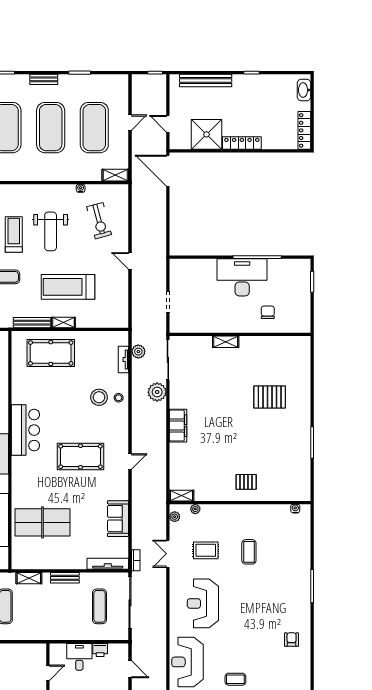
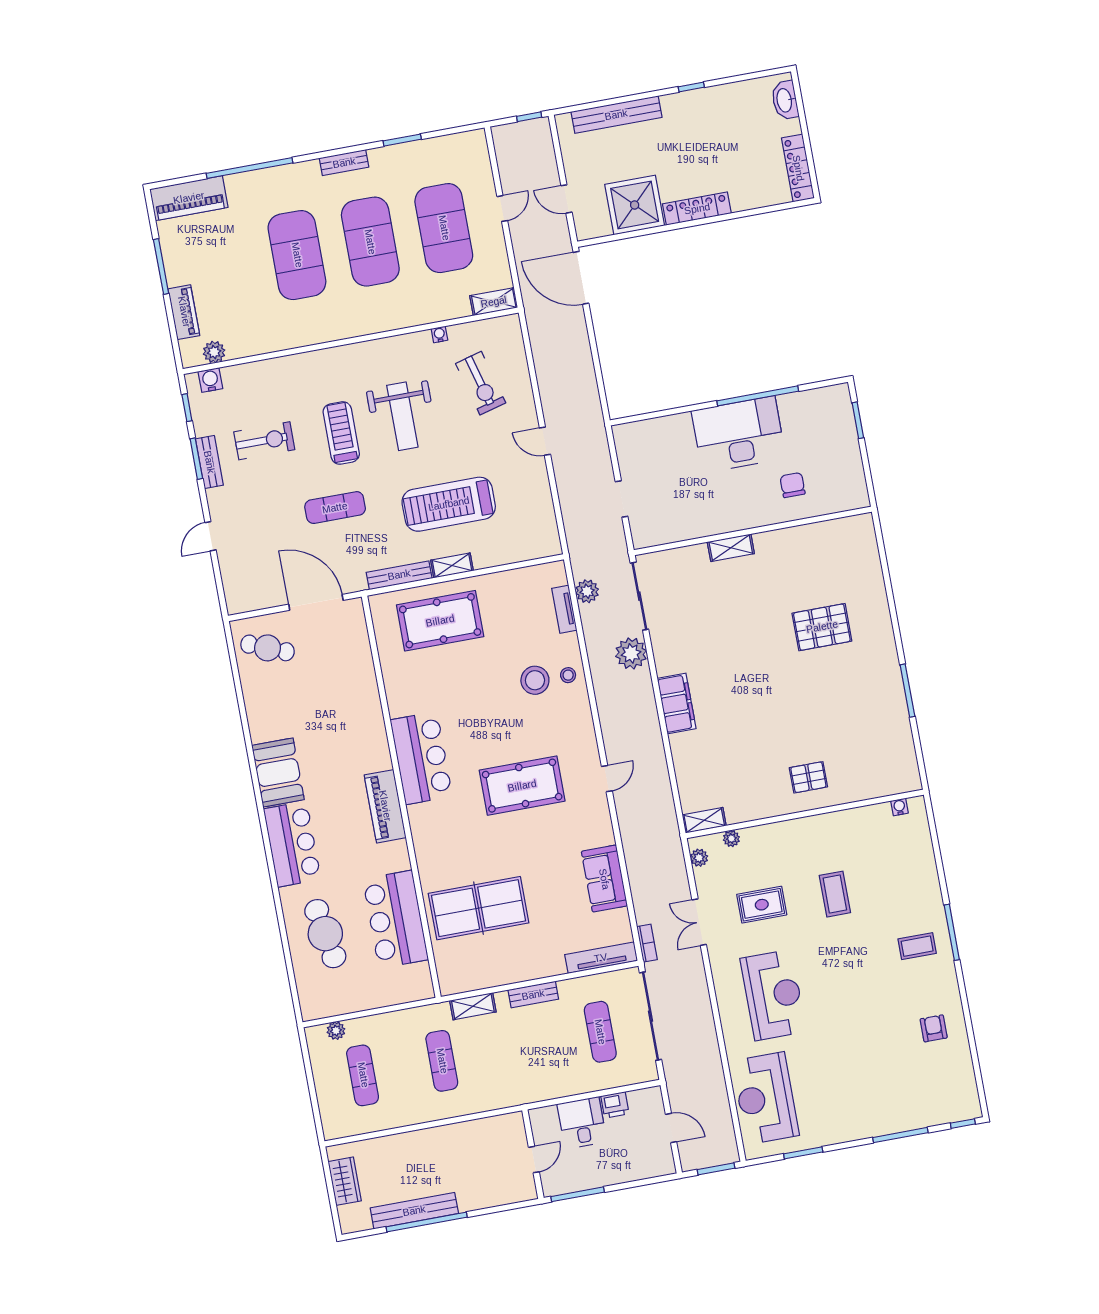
reception desk: (203, 603) -> (773, 995), turned 180
coffee table: (235, 679) -> (917, 946), moved

